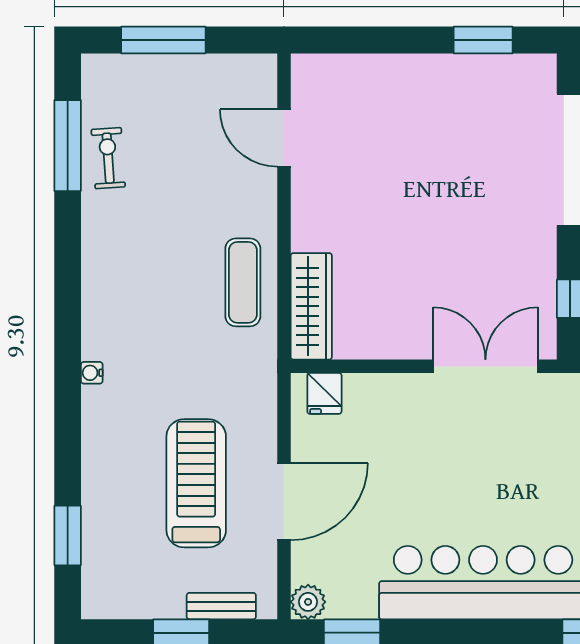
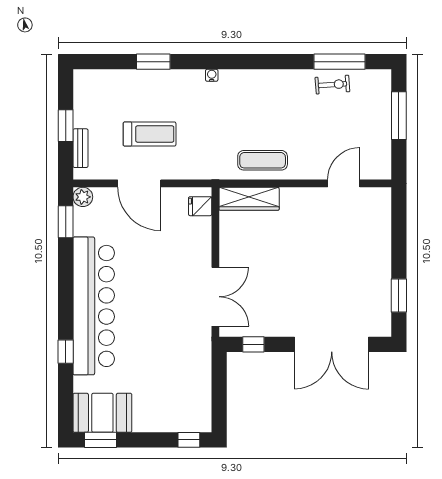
treadmill: (196, 483) -> (150, 134), width x0.73, depth x0.73
window: (68, 535) -> (153, 62), moved

